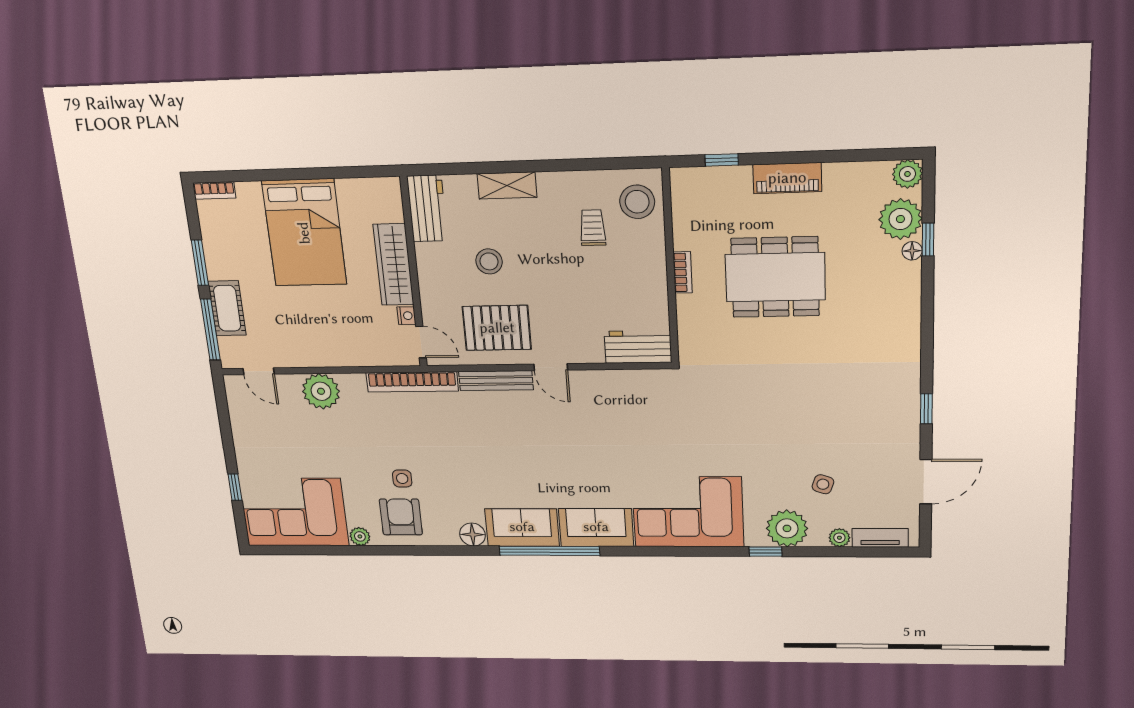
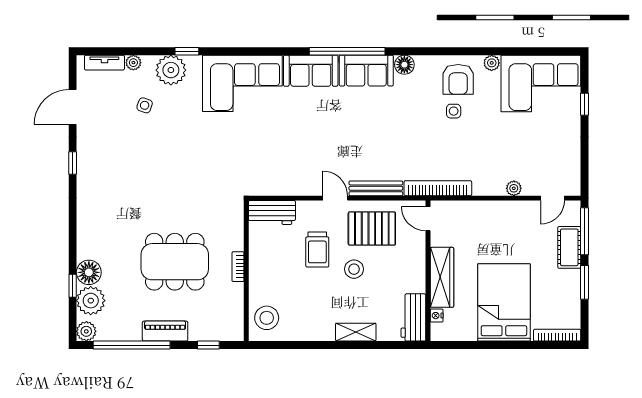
window: (838, 156) -> (132, 345), added
bookcase: (214, 190) -> (557, 335), width x1.56
trolley: (593, 228) -> (317, 249), moved, width x1.36, depth x1.39
floor lamp: (912, 251) -> (89, 272), width x1.89, depth x1.89
stool: (489, 261) -> (354, 269), moved
nightstand: (406, 316) -> (437, 316), moved
door: (259, 371) -> (552, 198), swing flipped
plant: (321, 391) -> (514, 188), width x0.53, depth x0.53

